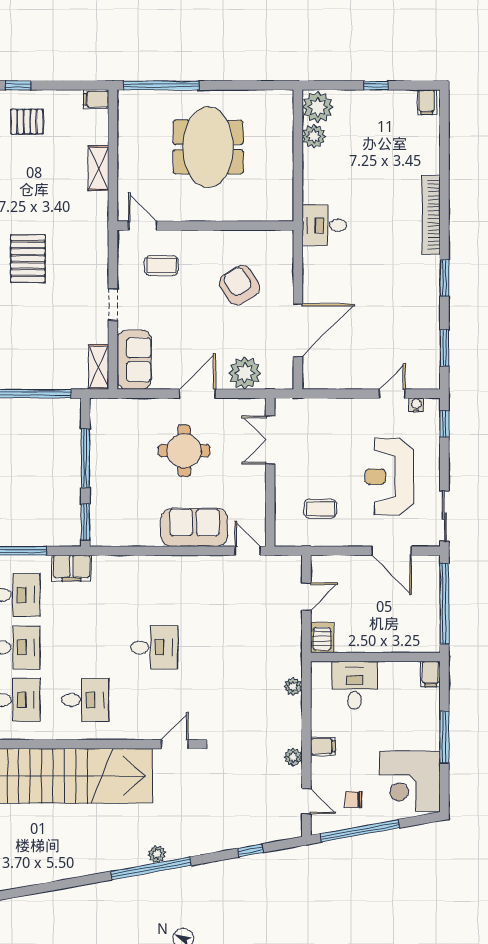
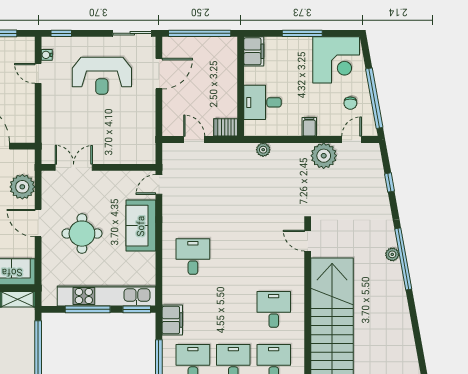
double door: (270, 440) -> (74, 167), swing flipped
kitchen unit: (103, 483) -> (106, 296), added
coffee table: (320, 509) -> (126, 129), removed
desk: (154, 647) -> (193, 257), moved
filing cabinet: (431, 674) -> (254, 51), width x2.00
plant: (293, 757) -> (324, 156), width x1.88, depth x1.88

